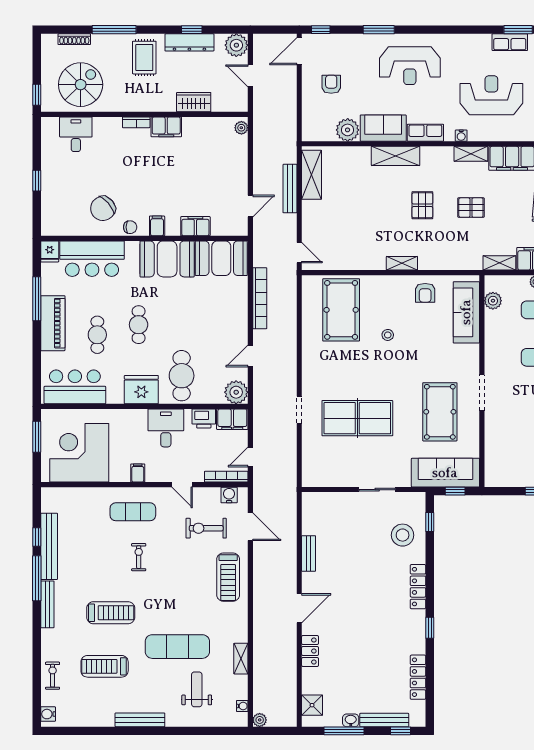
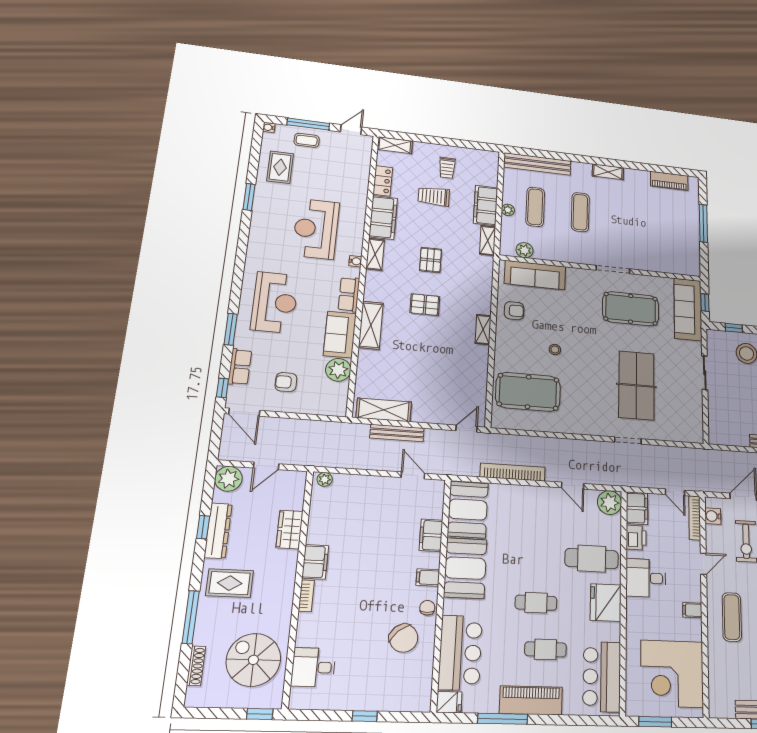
row of seats: (510, 42) -> (240, 367), moved

